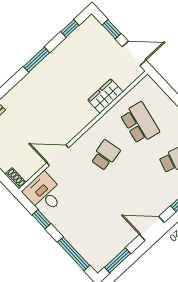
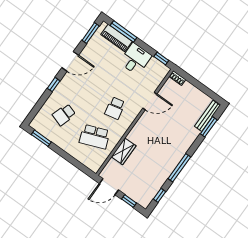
window: (37, 60) -> (179, 168), width x1.44
school desk: (140, 123) -> (95, 137), turned -33
desk: (44, 193) -> (135, 59), moved, turned -90
window: (41, 219) -> (161, 58), moved
piano: (85, 247) -> (117, 38), added

